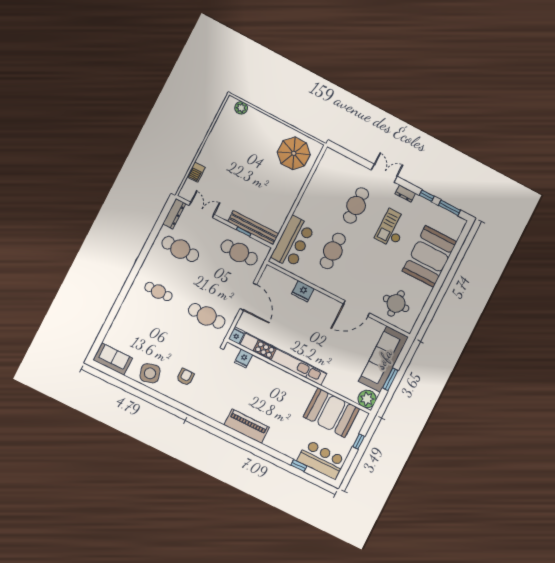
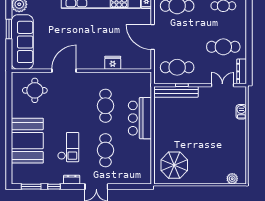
double door: (202, 210) -> (222, 85), swing flipped
bar counter: (293, 242) -> (140, 118), moved

